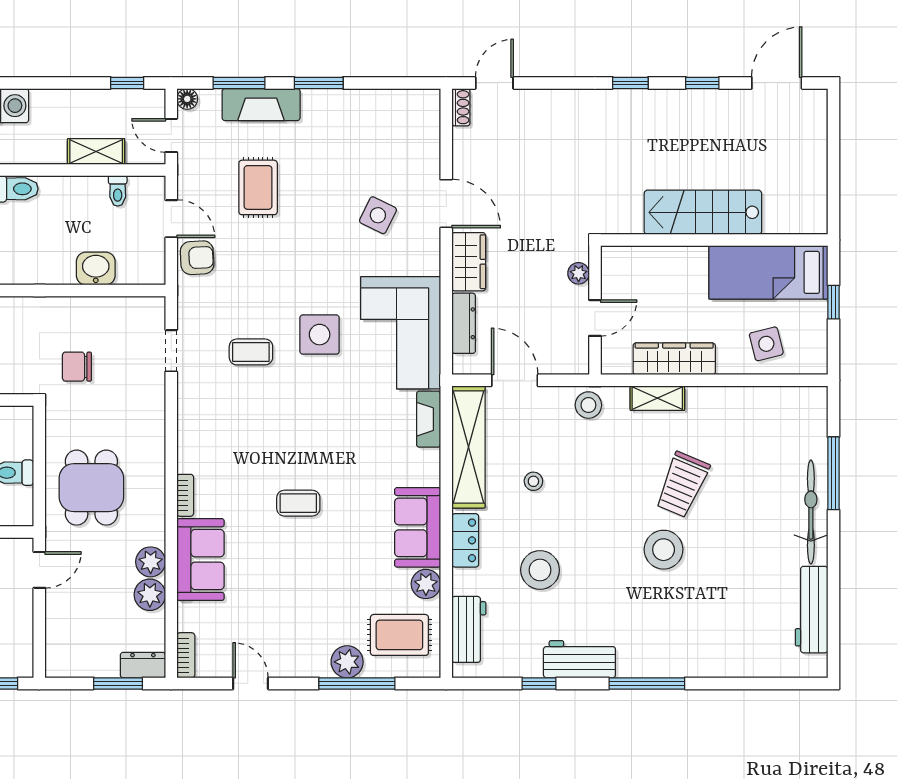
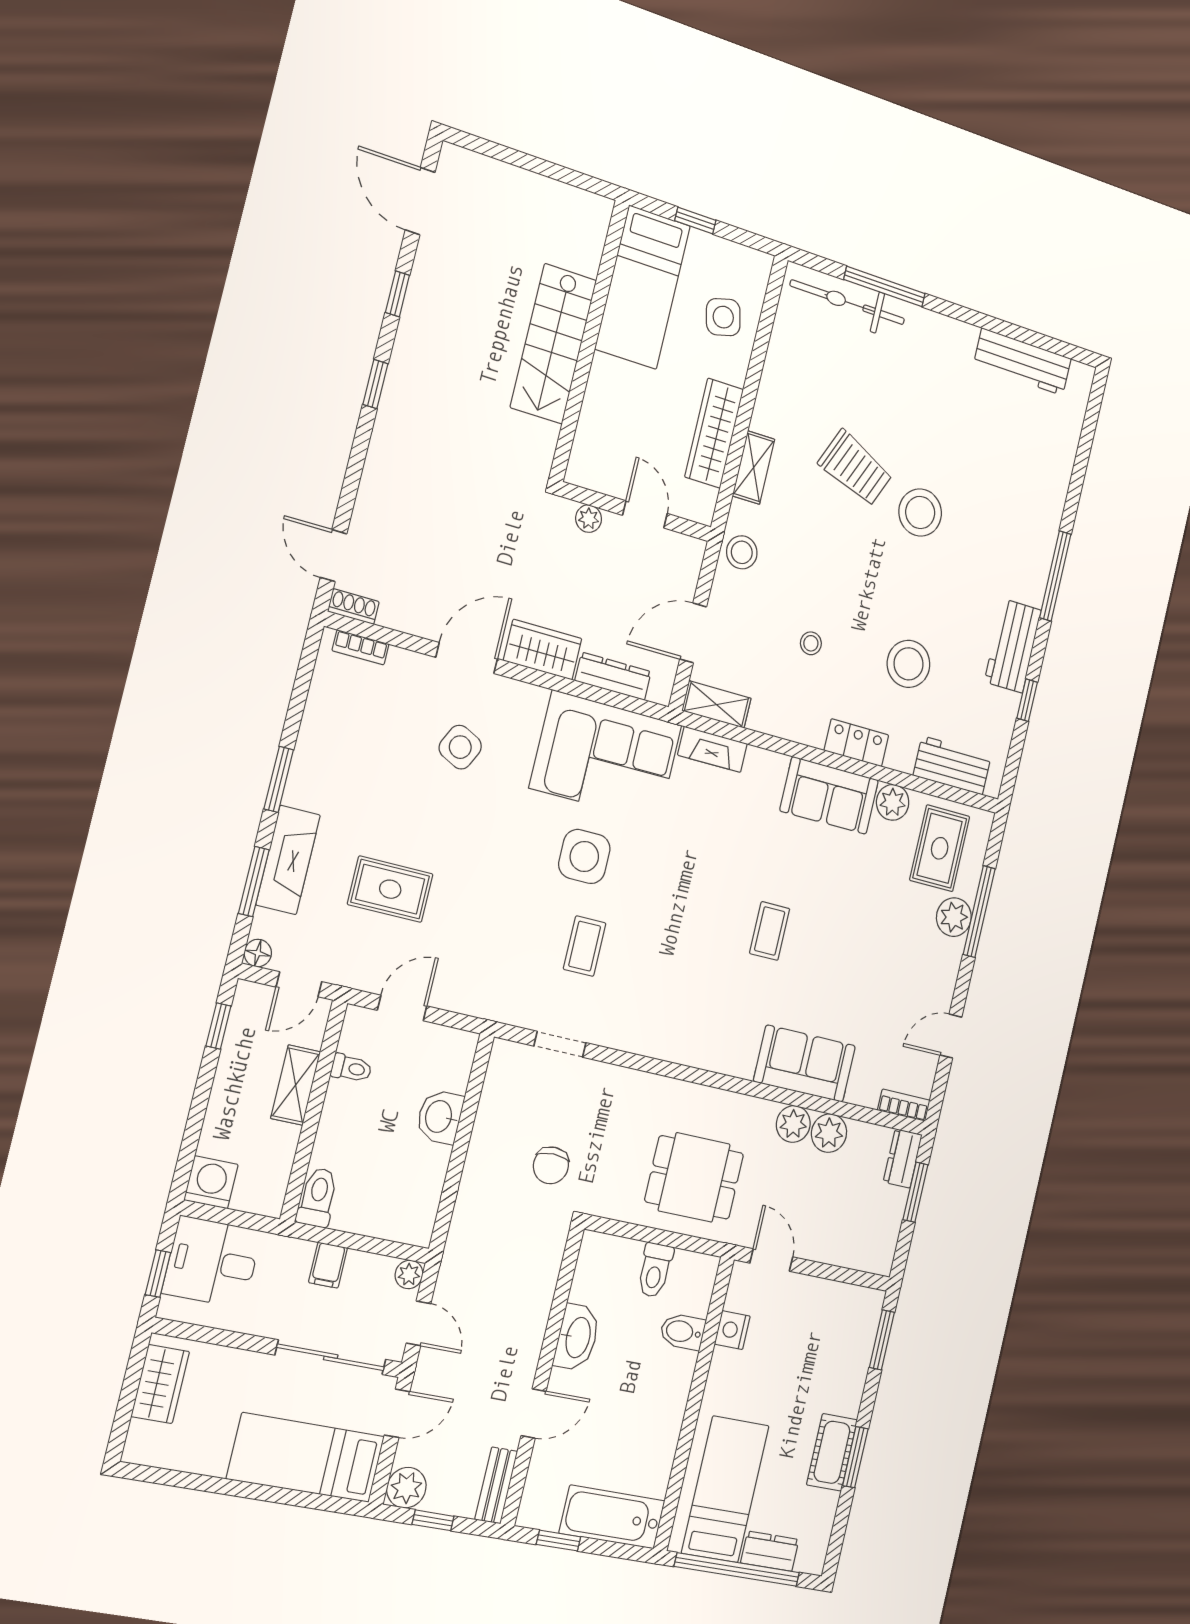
armchair: (197, 258) -> (457, 986), removed
shelving: (468, 447) -> (716, 705), width x0.45, depth x0.75
bookcase: (185, 495) -> (361, 647), moved, turned 180
bicycle: (811, 512) -> (847, 302), moved

